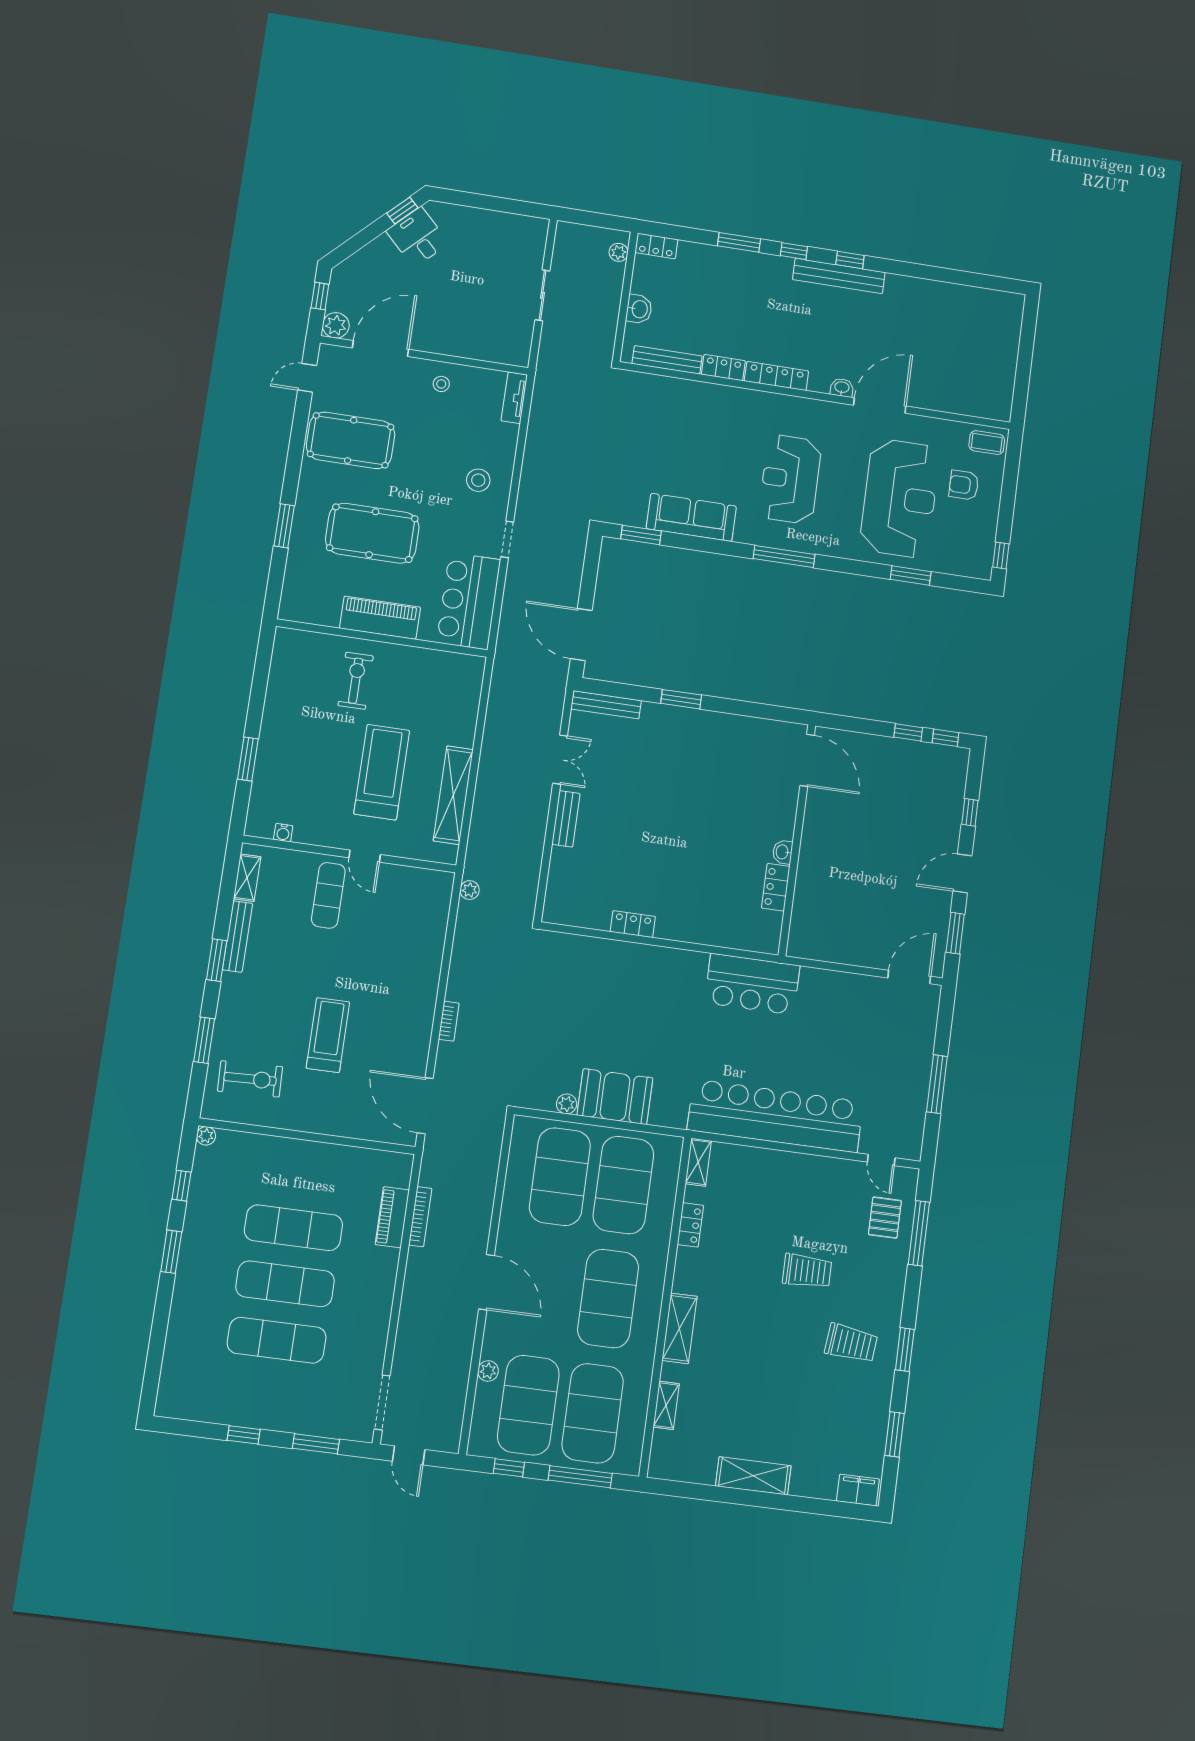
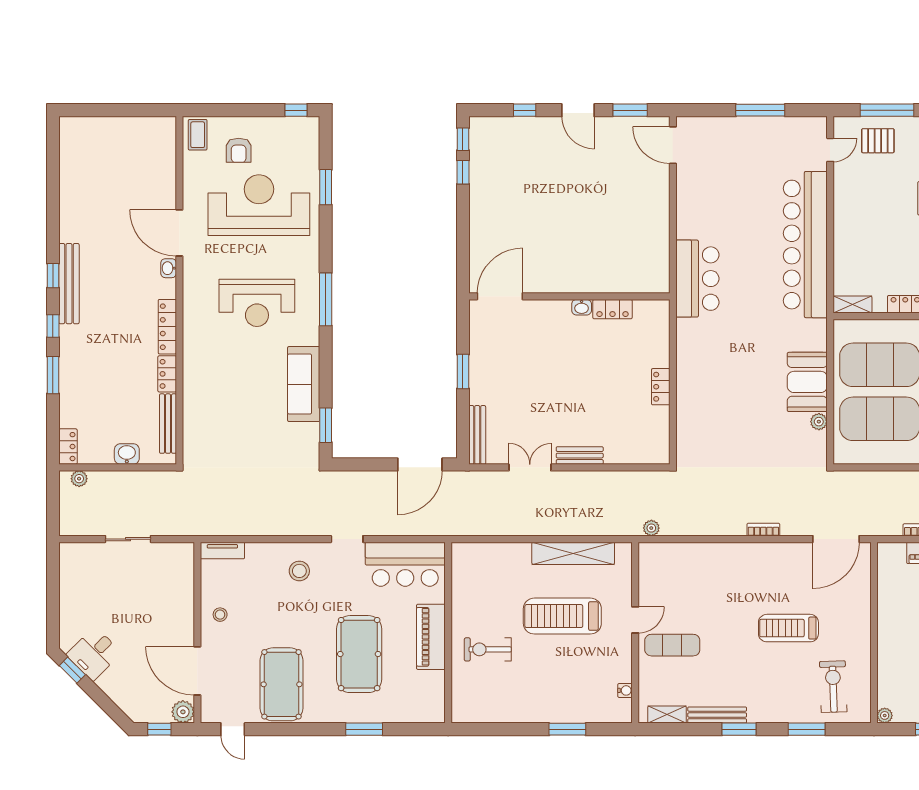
door: (807, 760) -> (500, 296), moved
wall: (797, 840) -> (569, 296), moved
washbasin: (783, 852) -> (582, 307), moved
locker: (776, 887) -> (612, 309), moved

